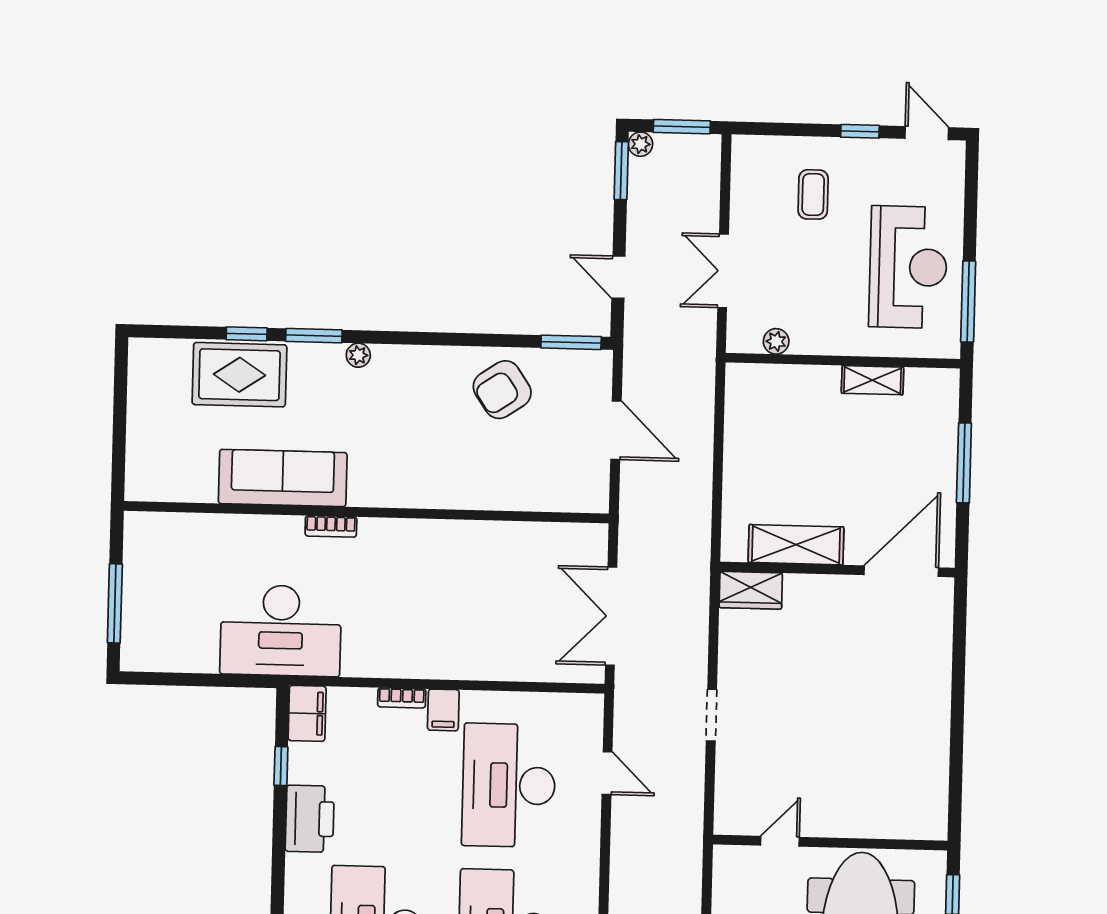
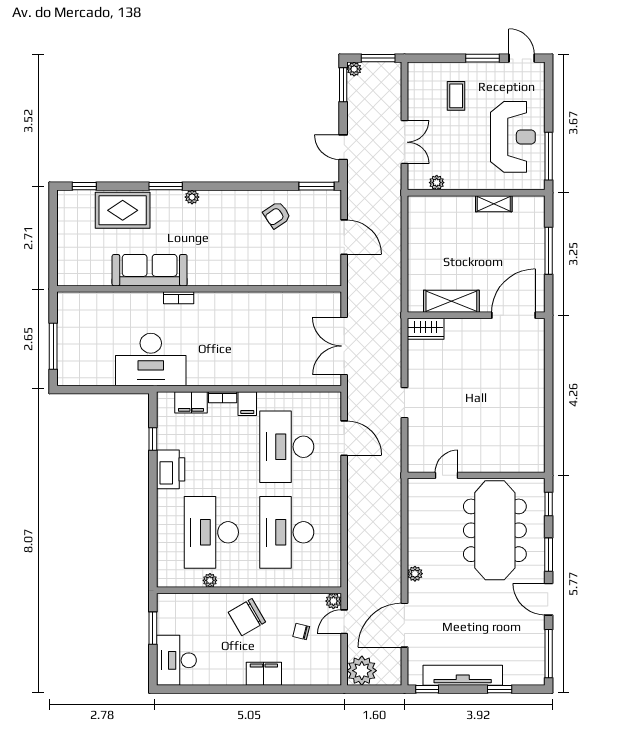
window: (860, 131) -> (483, 58), width x1.50
double door: (723, 271) -> (404, 142), swing flipped
window: (247, 334) -> (84, 186), moved
armchair: (502, 390) -> (277, 215), width x0.72, depth x0.72
filing cabinet: (307, 713) -> (191, 402), moved, turned 90
door: (607, 773) -> (344, 438), width x1.38

